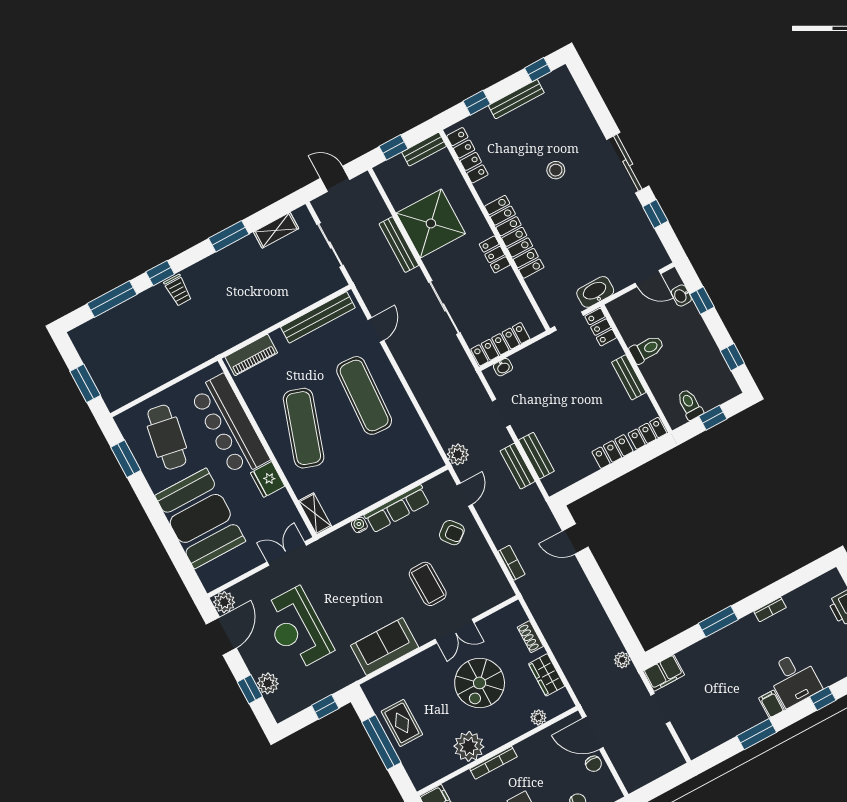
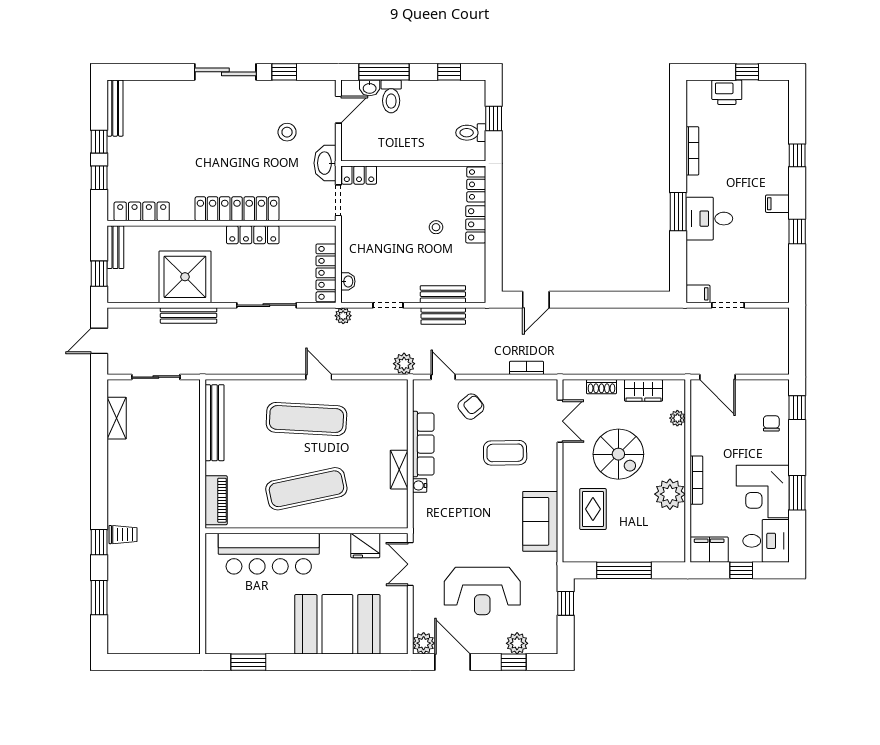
window: (538, 70) -> (99, 142), moved
bench: (516, 99) -> (115, 108), moved
stool: (556, 170) -> (287, 132), moved
window: (229, 236) -> (99, 463), removed
locker: (495, 254) -> (253, 235), width x1.53
window: (112, 299) -> (99, 598), width x0.69
window: (702, 301) -> (384, 72), width x2.17
door: (376, 330) -> (319, 377), moved
toilet: (647, 349) -> (391, 96), moved, turned 180
bench: (629, 377) -> (417, 174), removed
window: (85, 383) -> (162, 662), removed
stool: (591, 418) -> (436, 227), added
exercise mat: (304, 428) -> (306, 489), turned -30
cafe table: (167, 437) -> (249, 615), removed
fridge: (268, 479) -> (365, 545), moved
shelving: (315, 514) -> (399, 470), moved, turned 90
bookcase: (770, 609) -> (692, 151), width x1.56
double door: (454, 631) -> (560, 421), moved
plant: (622, 660) -> (343, 316), moved
filing cabinet: (664, 673) -> (698, 294), width x0.50
desk: (794, 679) -> (709, 219), moved, turned 180
rug: (402, 723) -> (593, 509), moved, turned 90
door: (593, 733) -> (717, 377), hinge flipped
window: (757, 734) -> (797, 231), width x0.67
chair: (594, 764) -> (745, 391), removed

